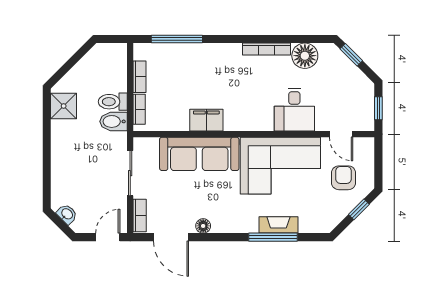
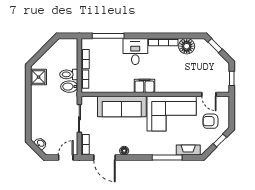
desk: (294, 110) -> (135, 52), moved, turned 180
filing cabinet: (206, 120) -> (144, 86), moved
armchair: (344, 178) -> (210, 121), turned -90
fireplace: (278, 225) -> (188, 150), moved

